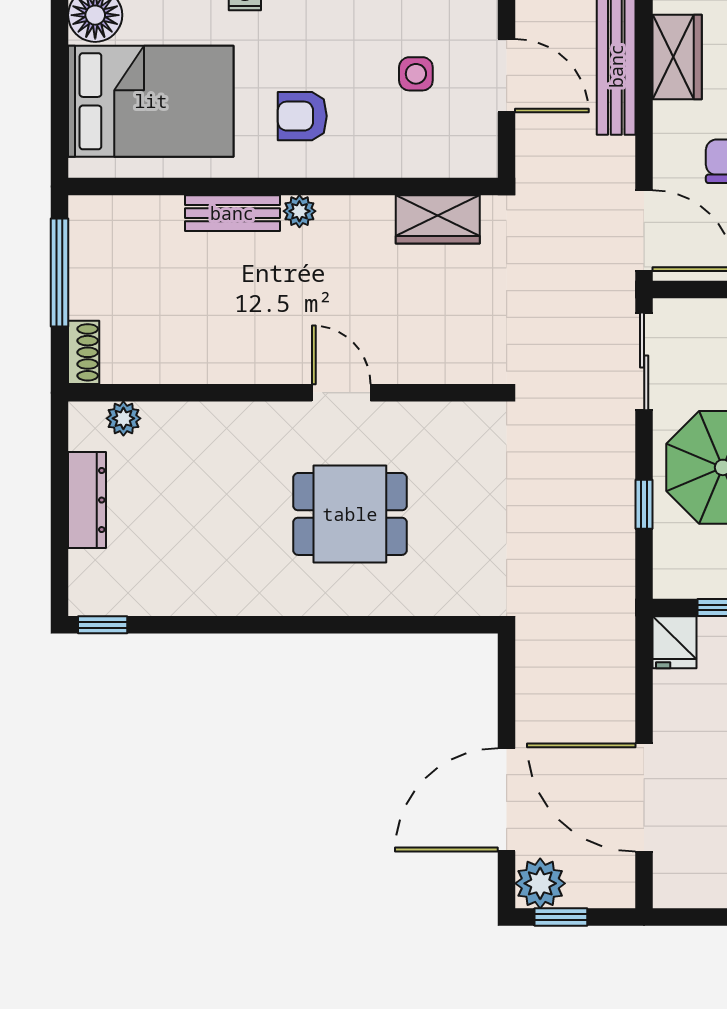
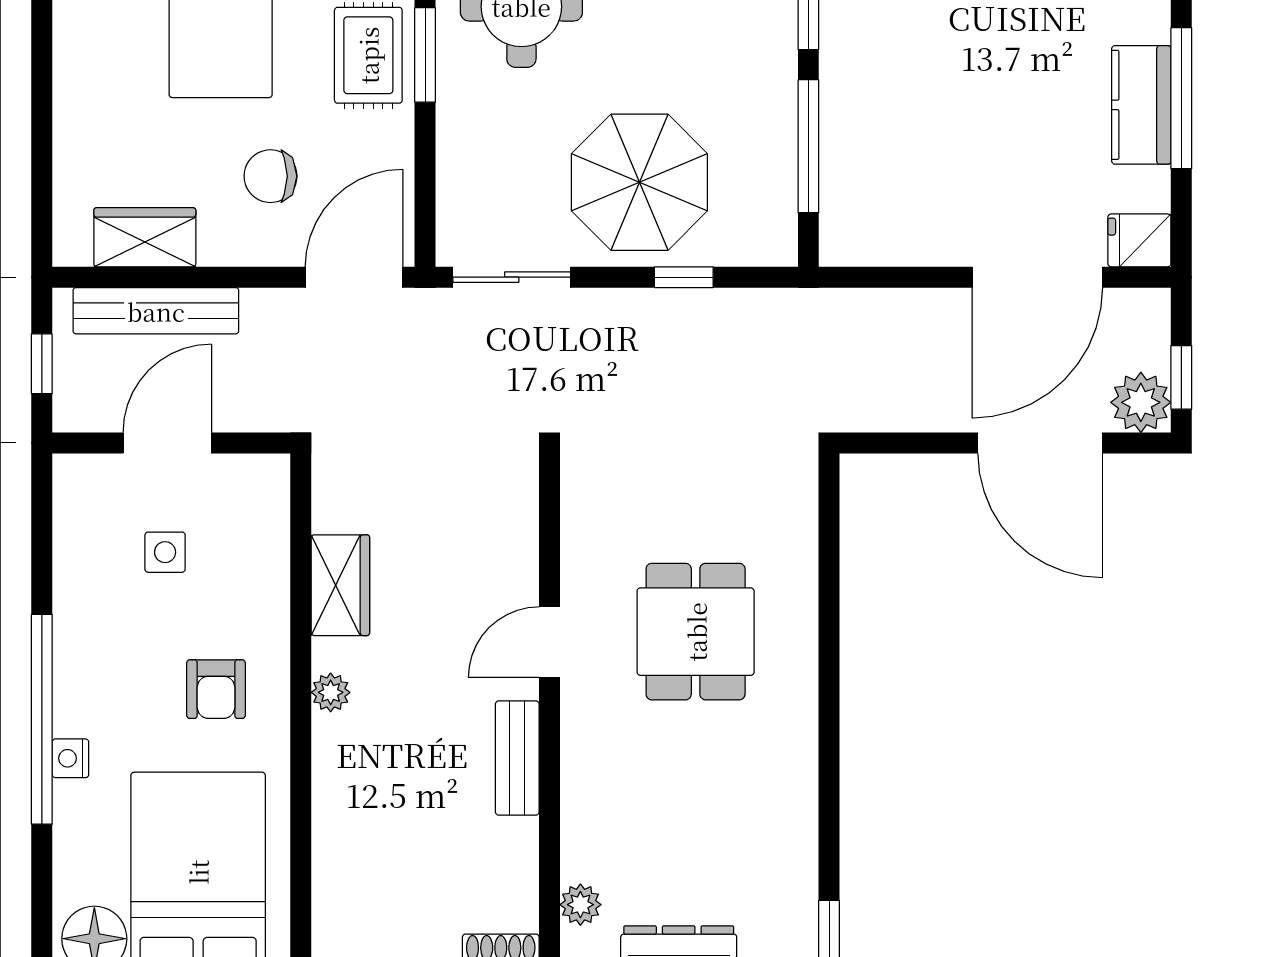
bench: (232, 213) -> (517, 758), moved
wardrobe: (438, 219) -> (340, 585), moved
fridge: (675, 642) -> (1139, 240), moved, turned 180

